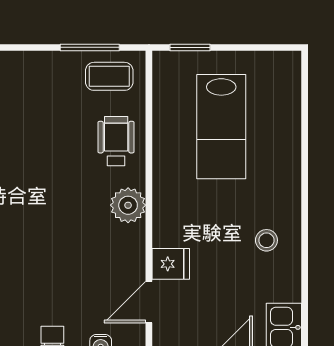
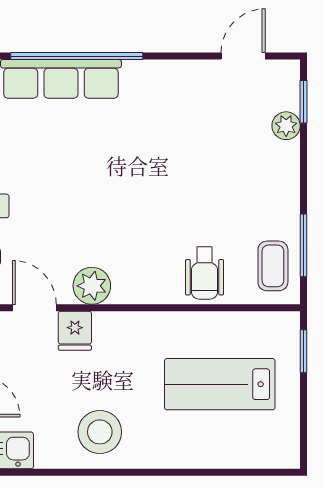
wheelchair: (116, 141) -> (205, 273), turned 90
plant: (128, 205) -> (92, 286), moved
stool: (266, 240) -> (100, 432), width x1.89, depth x1.89

